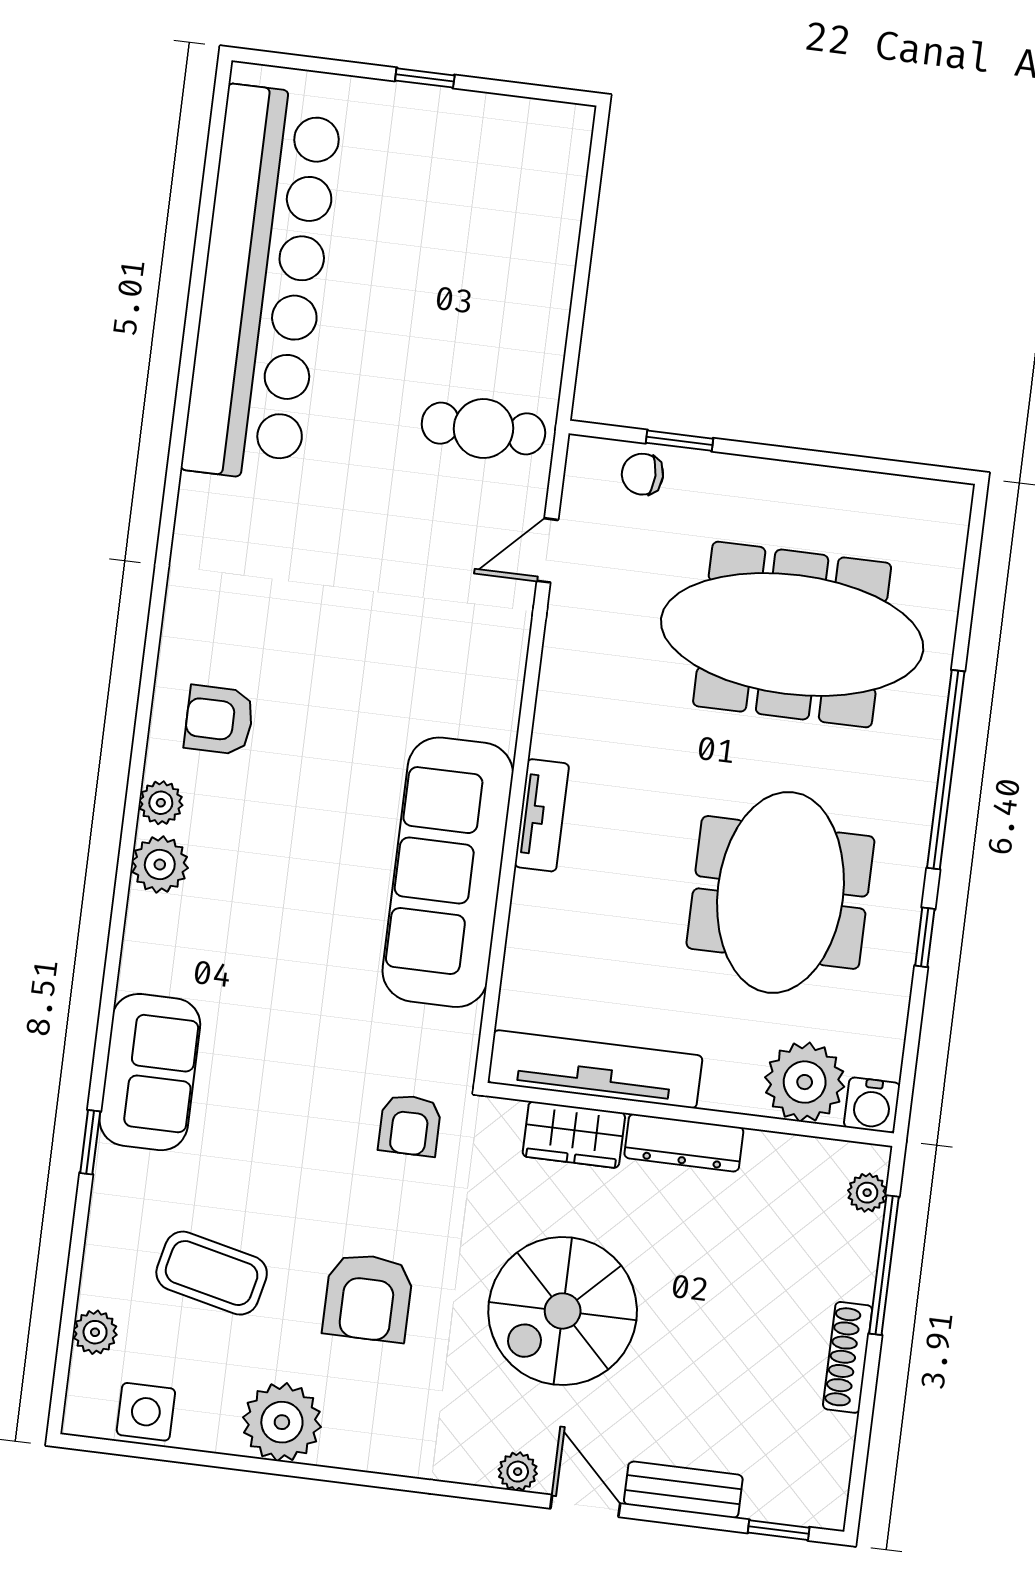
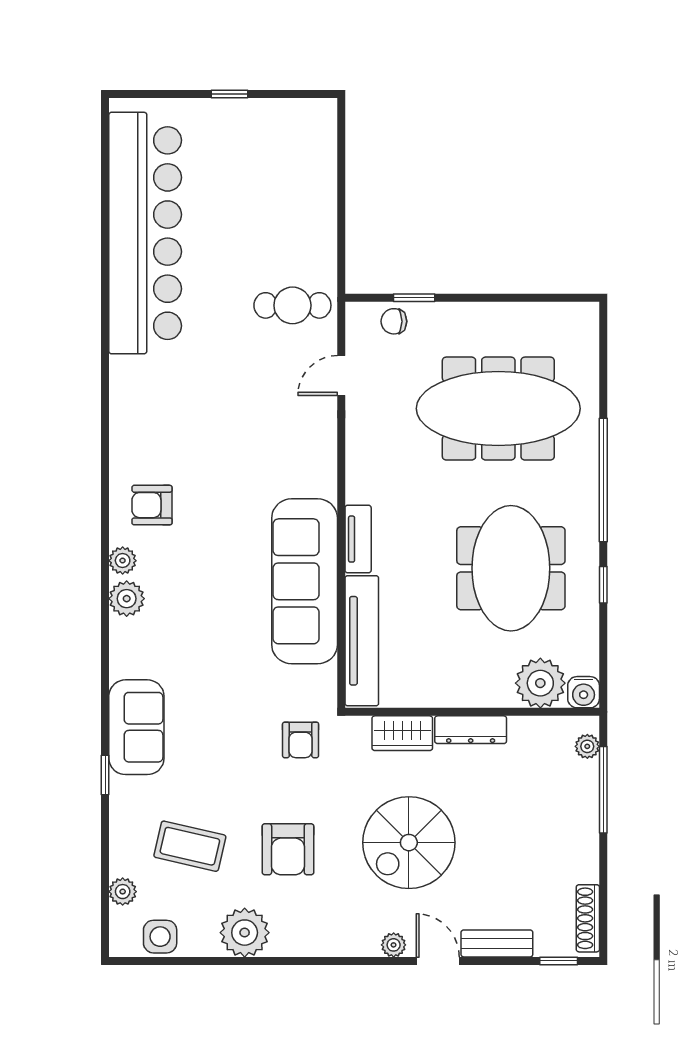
tv unit: (595, 1069) -> (362, 641), moved, turned 90
shoe rack: (848, 1357) -> (588, 918), moved

